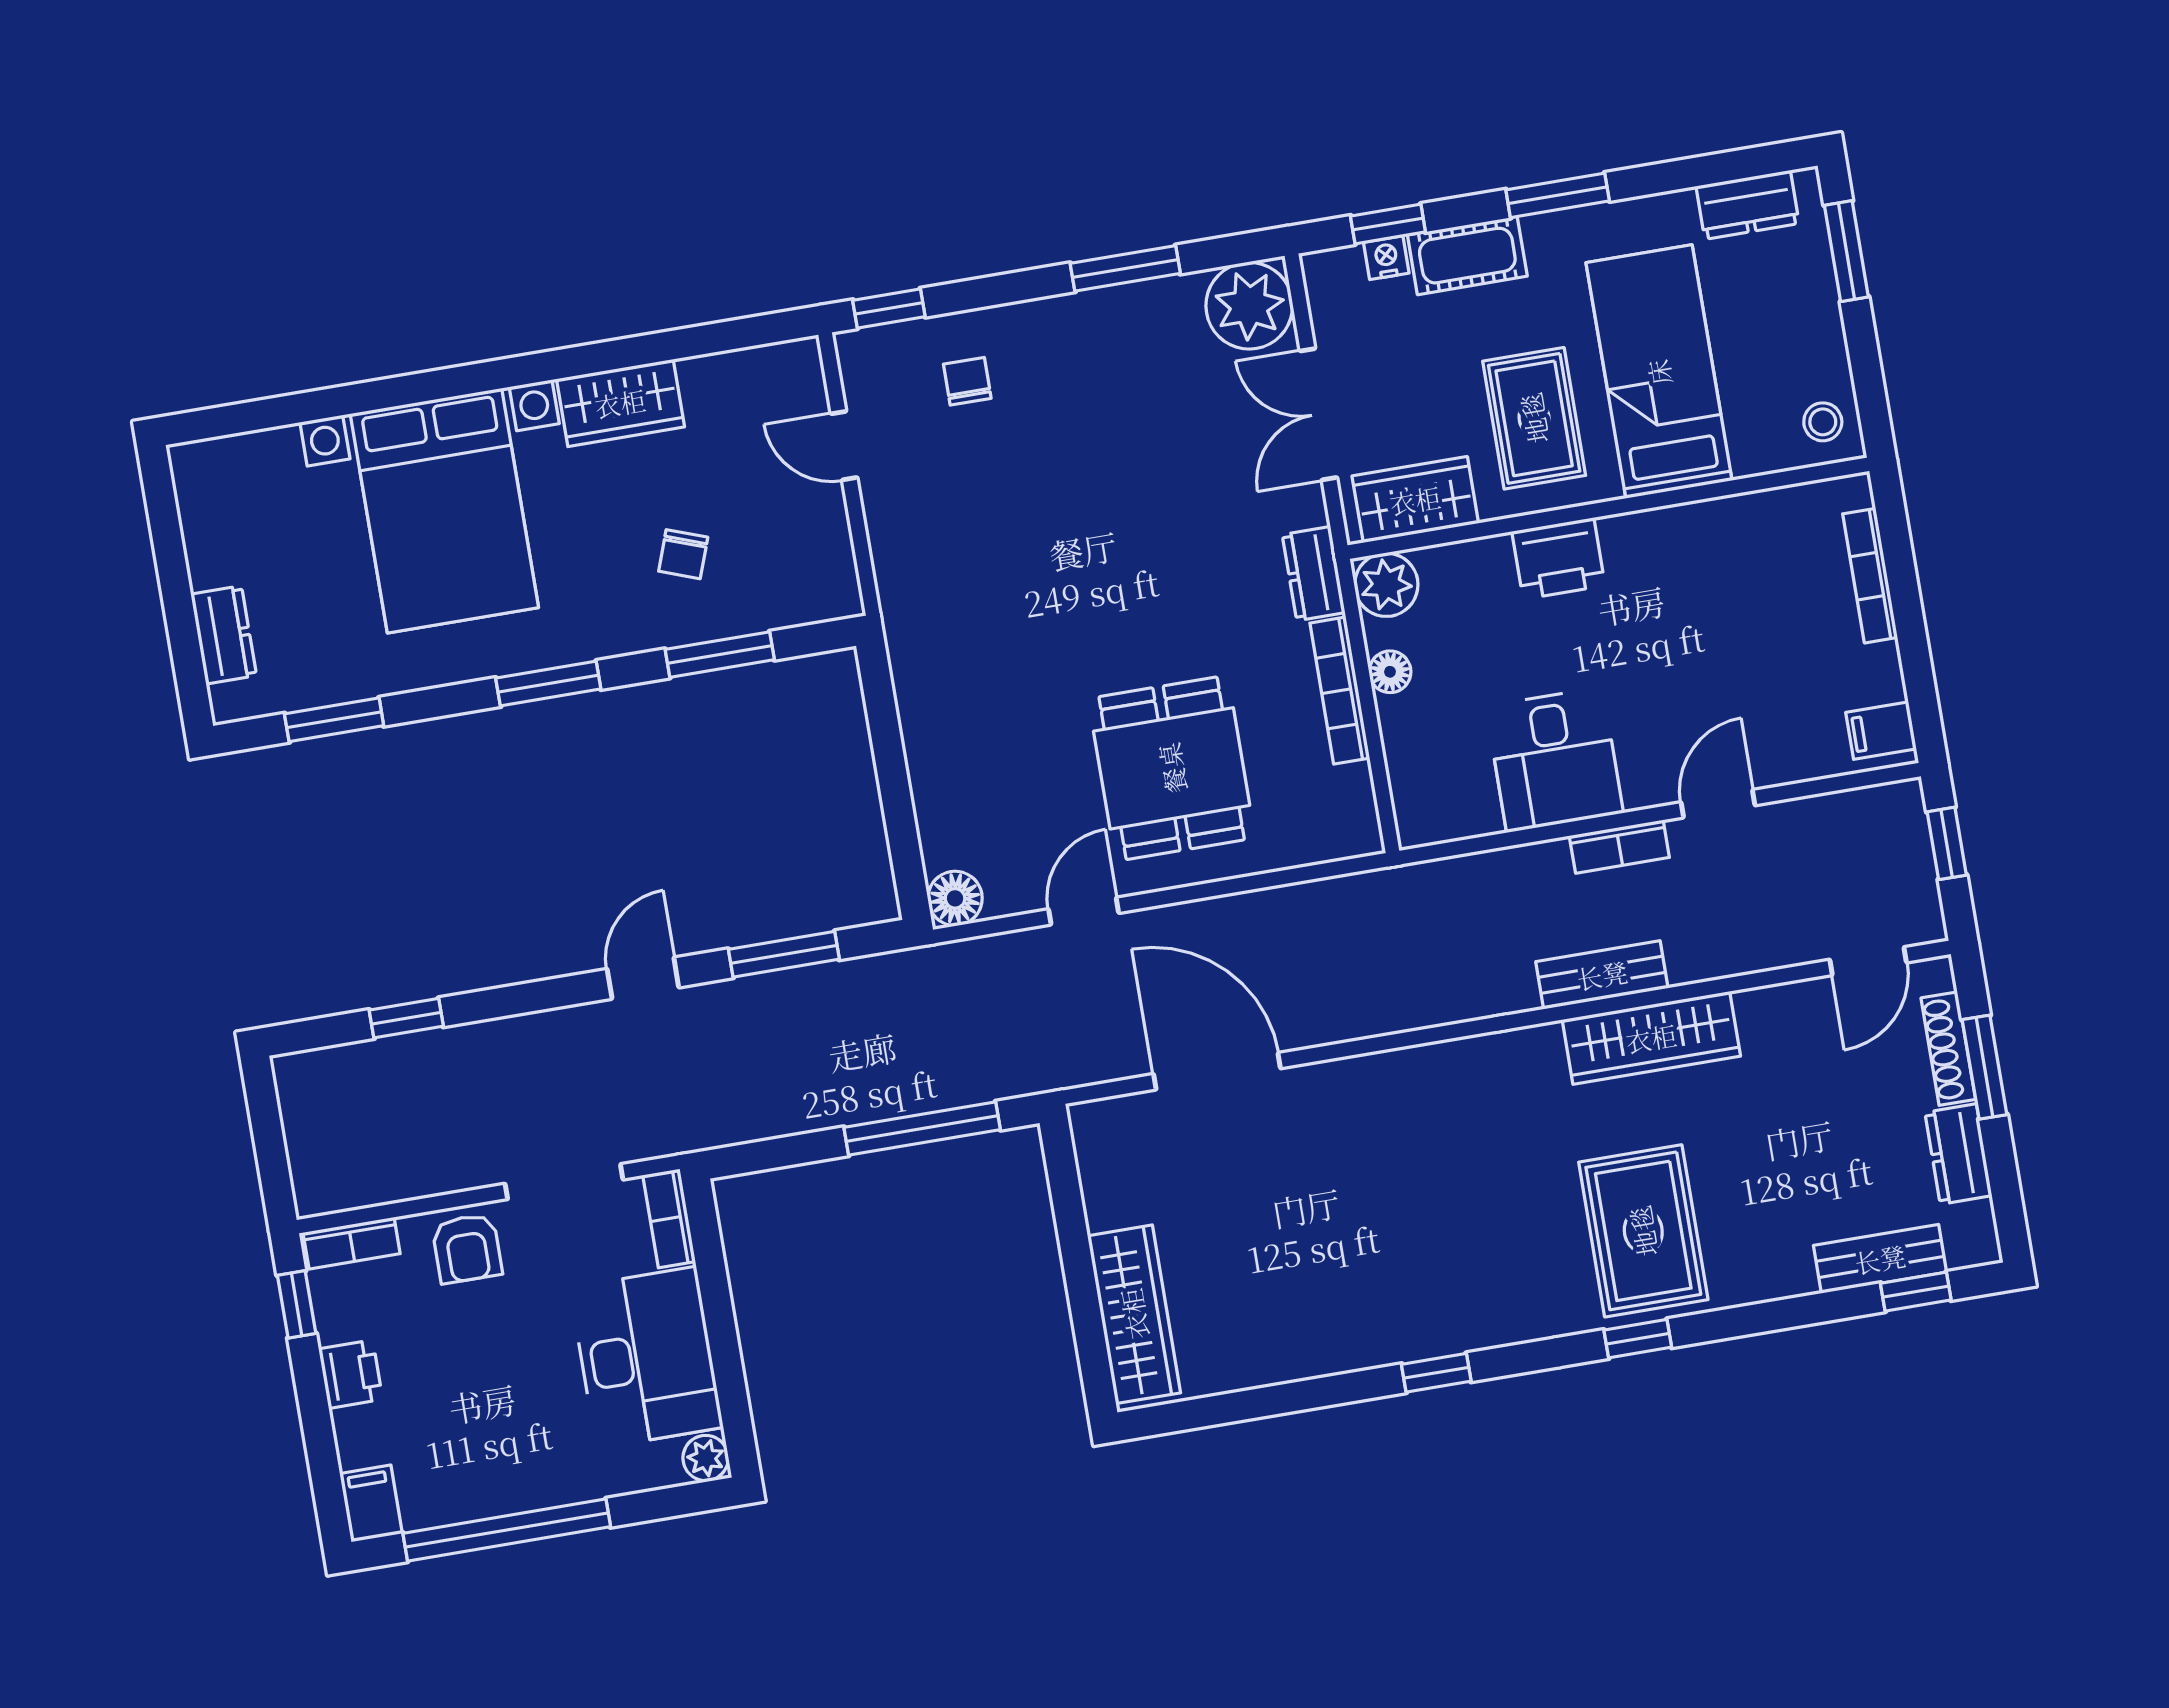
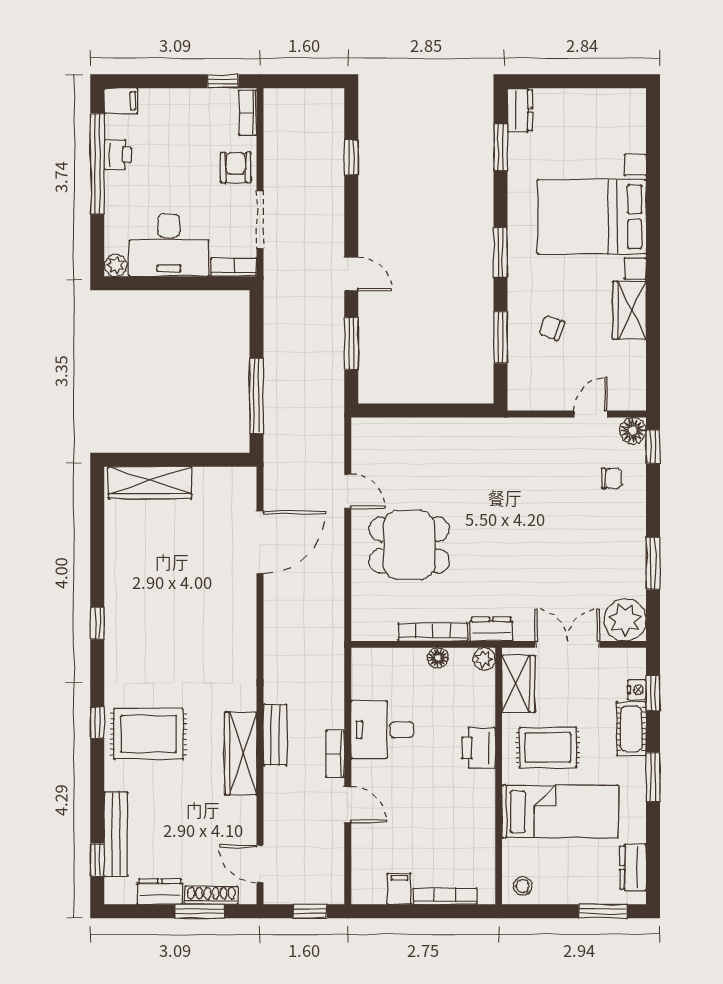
plant: (1386, 585) -> (484, 659), width x0.73, depth x0.73
dresser: (224, 635) -> (520, 110), moved, turned -90
filing cabinet: (1881, 731) -> (399, 889), moved
floor lamp: (955, 898) -> (633, 430), moved
armchair: (467, 1248) -> (236, 168), turned 90
bench: (1880, 1259) -> (116, 834), width x1.36
printer: (351, 1374) -> (118, 155), moved, turned -90

